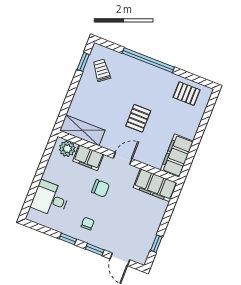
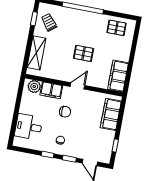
pallet: (138, 118) -> (84, 53), turned 90
shelving: (82, 130) -> (36, 53), moved, turned 90
filing cabinet: (155, 185) -> (111, 114), moved, turned 90

